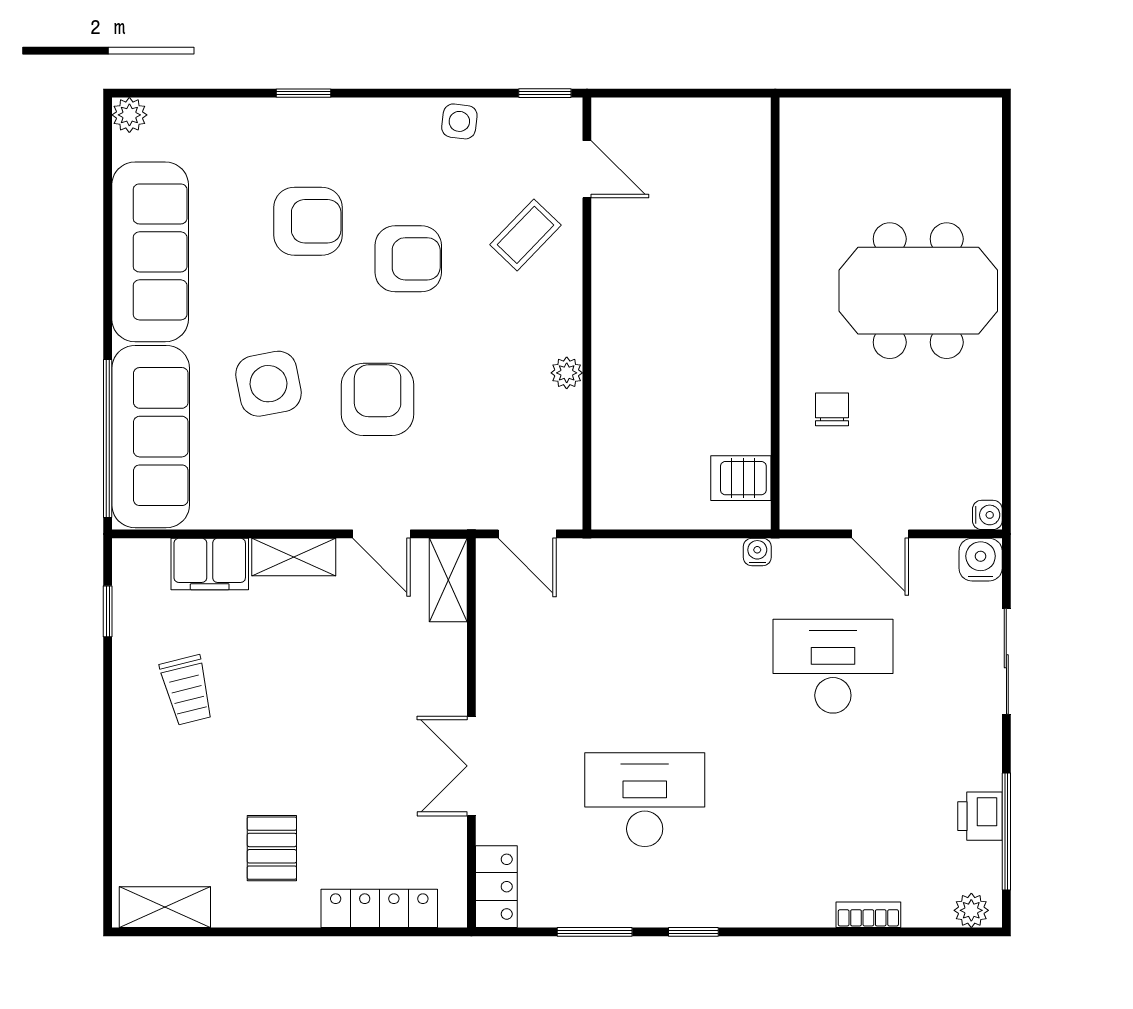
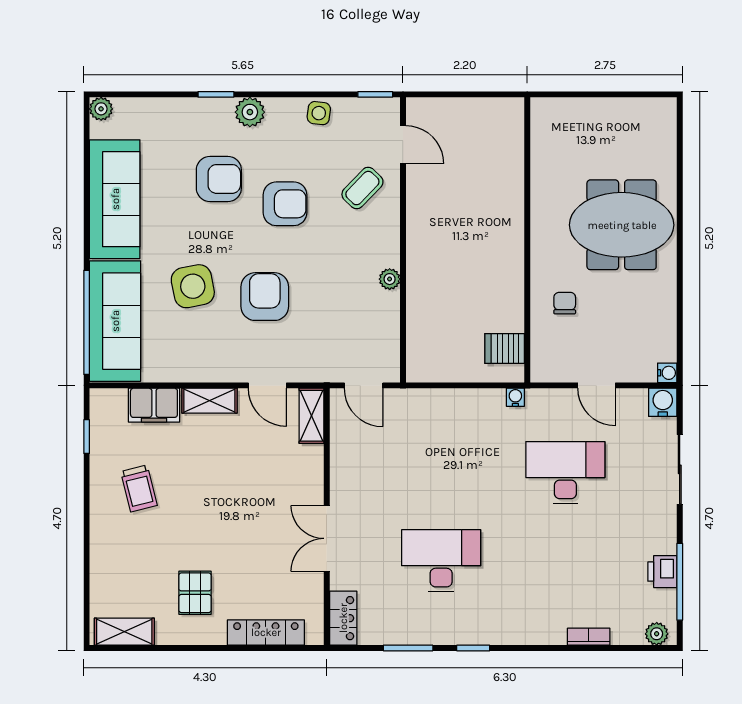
plant: (355, 120) -> (250, 112), added

